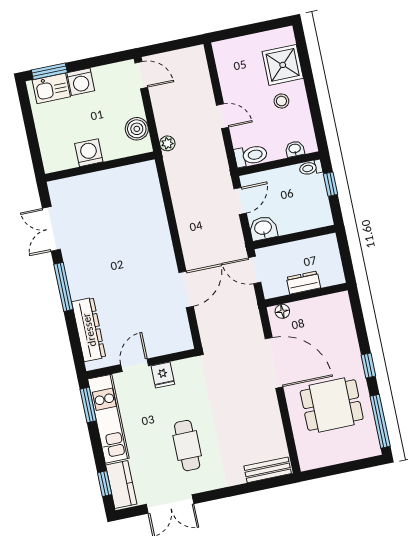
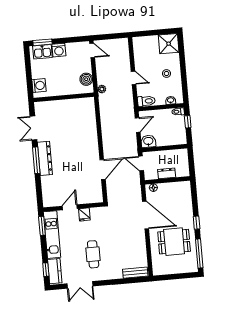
shower: (283, 65) -> (169, 44), moved
washing machine: (89, 153) -> (39, 86), moved, turned 90
dresser: (89, 330) -> (45, 158), moved

